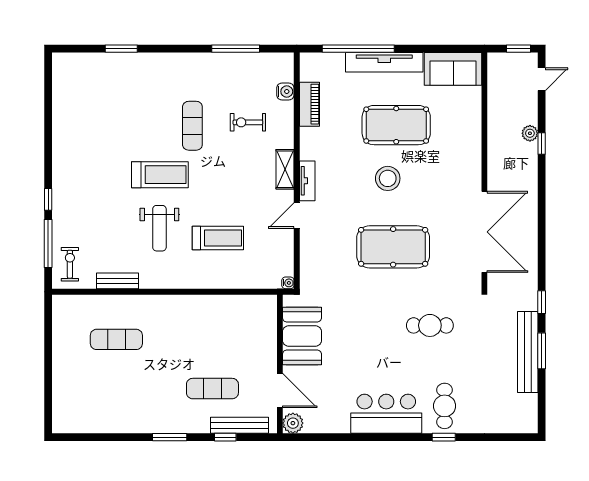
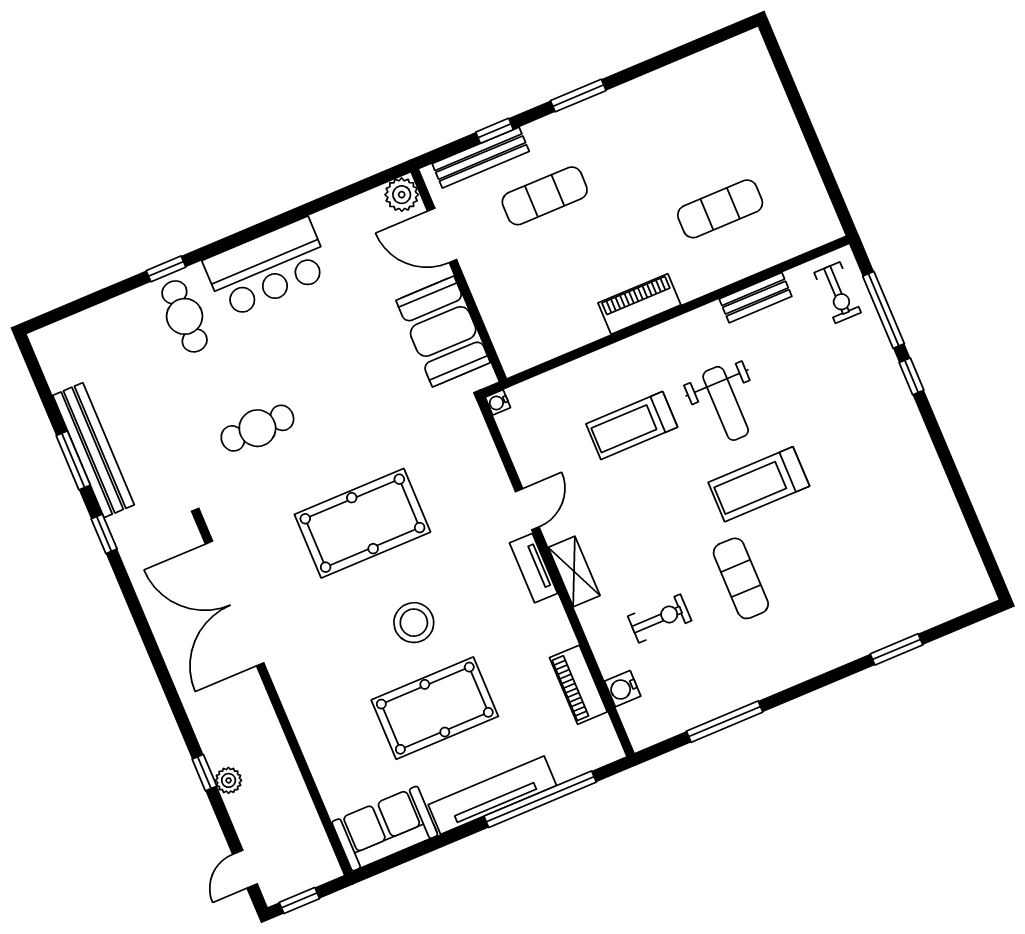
weight bench: (159, 228) -> (726, 403), turned 180
piano: (185, 305) -> (639, 304), added

